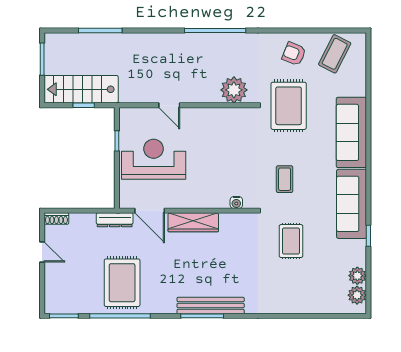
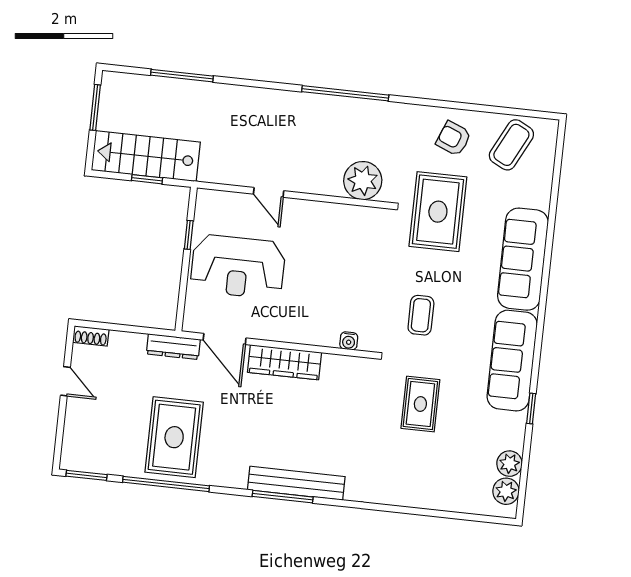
reception desk: (154, 159) -> (238, 267), turned 180

